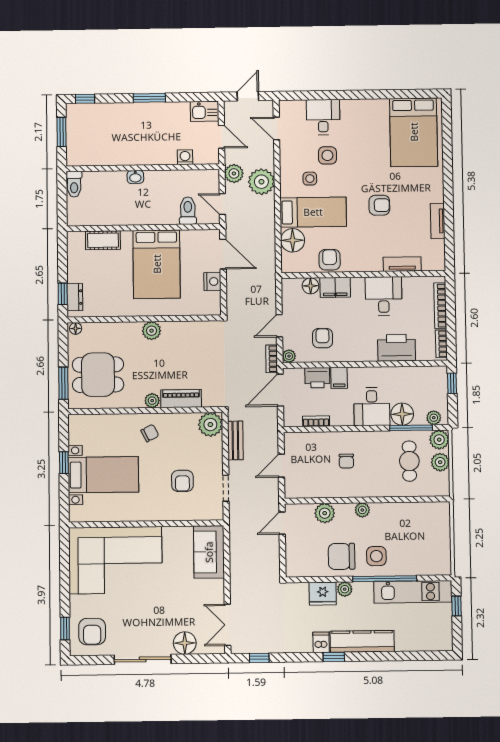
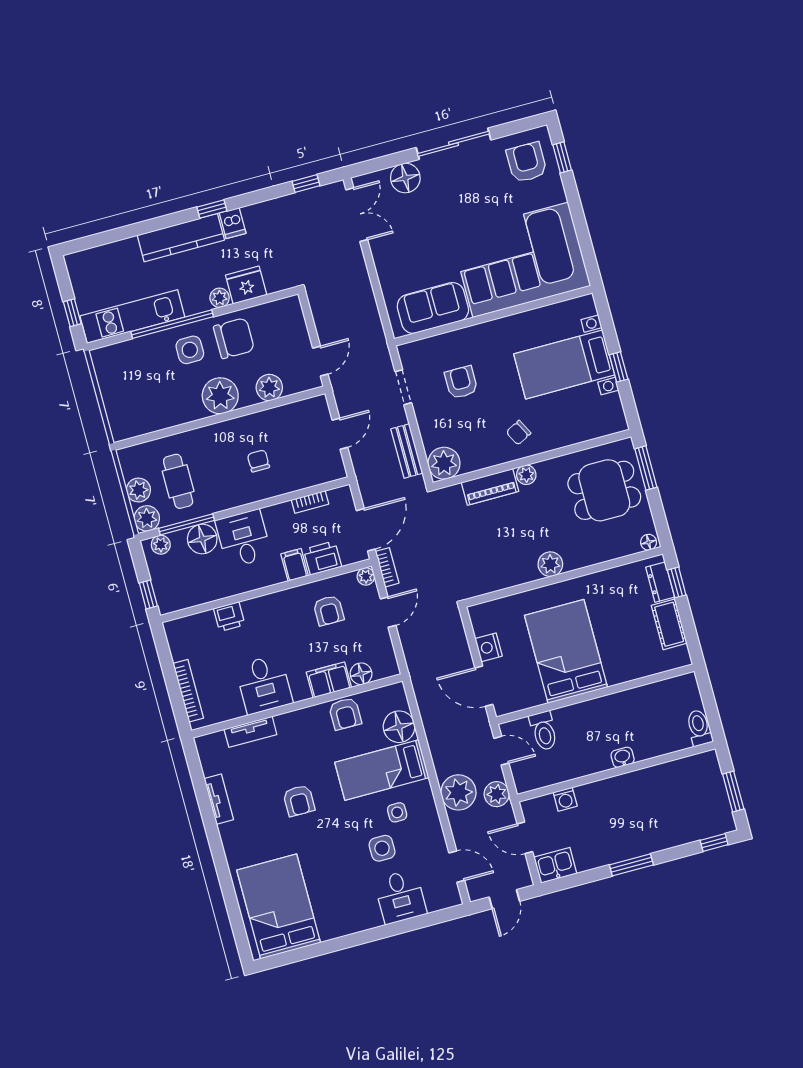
armchair: (379, 205) -> (299, 801), turned -90
cot: (103, 240) -> (669, 624), moved, turned 90
bookcase: (441, 344) -> (175, 642), removed
printer: (397, 348) -> (229, 617), width x0.53, depth x0.68
plant: (362, 510) -> (220, 396), width x1.87, depth x1.87
sofa: (209, 552) -> (433, 308), moved, turned -90

